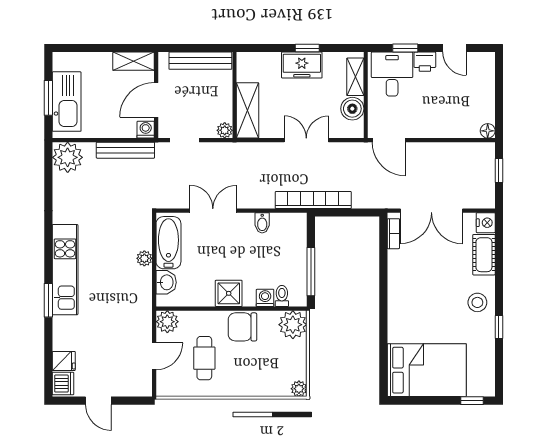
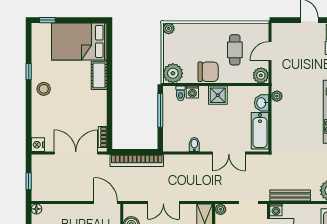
bookcase: (313, 200) -> (137, 161), moved
cot: (484, 255) -> (99, 75), moved
plant: (144, 258) -> (277, 96), moved

